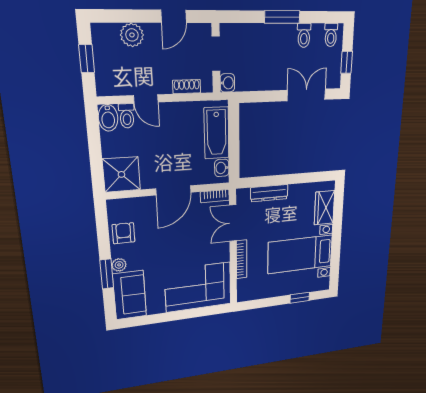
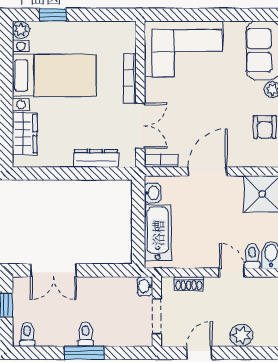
toilet: (304, 35) -> (86, 334), moved
plant: (323, 284) -> (21, 30), added

